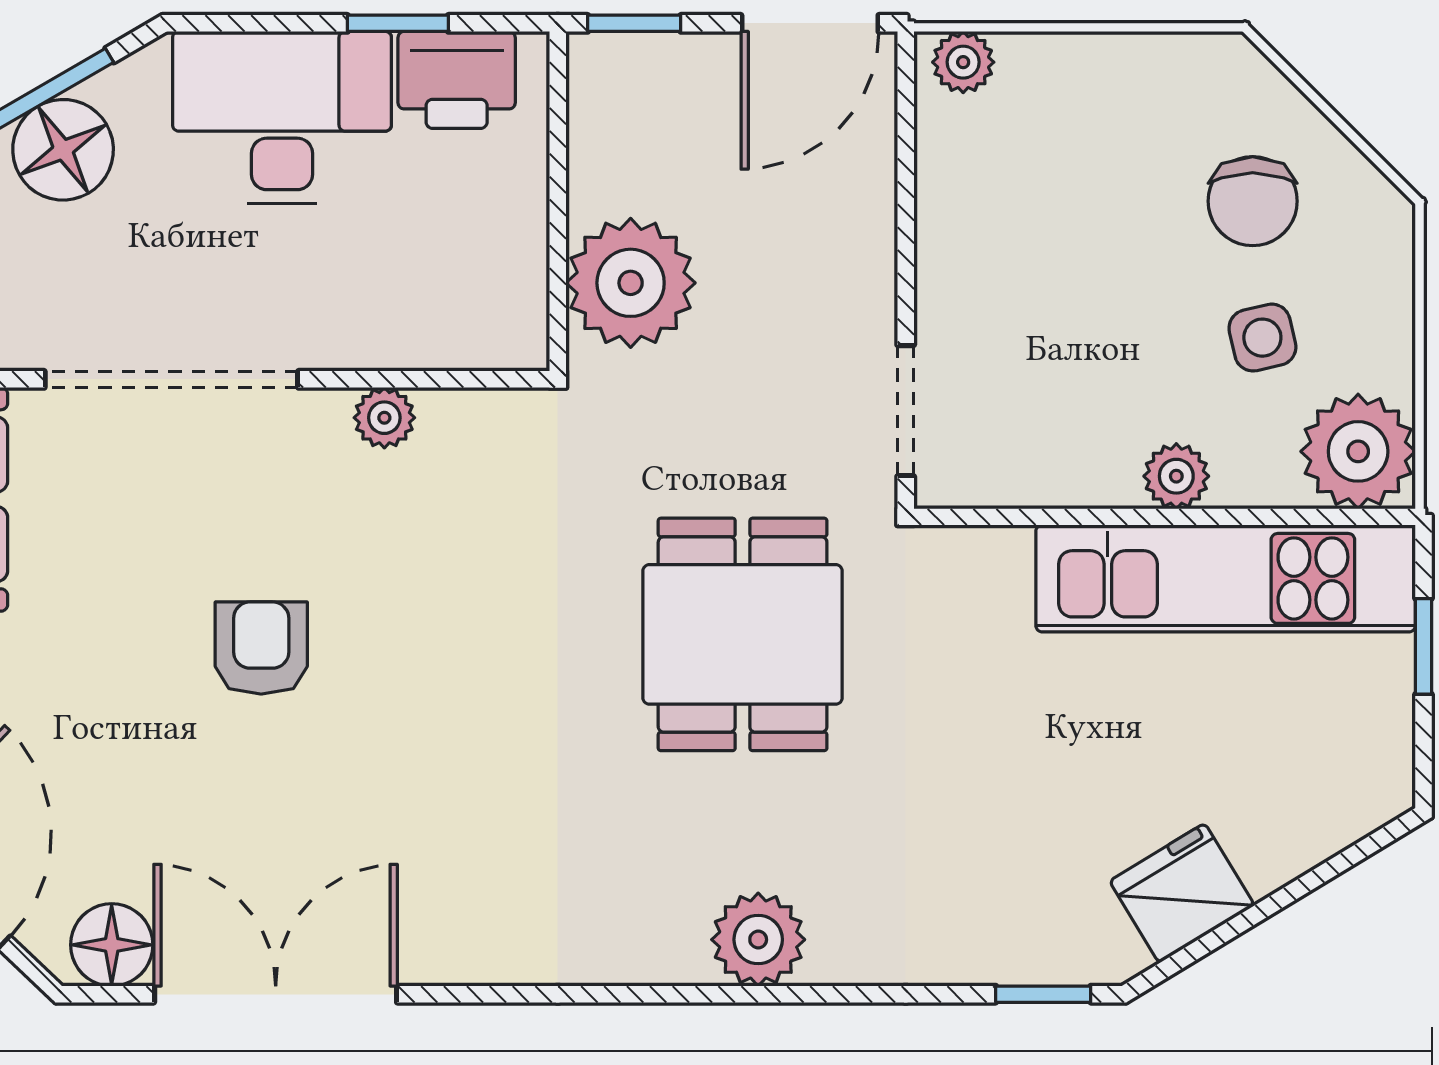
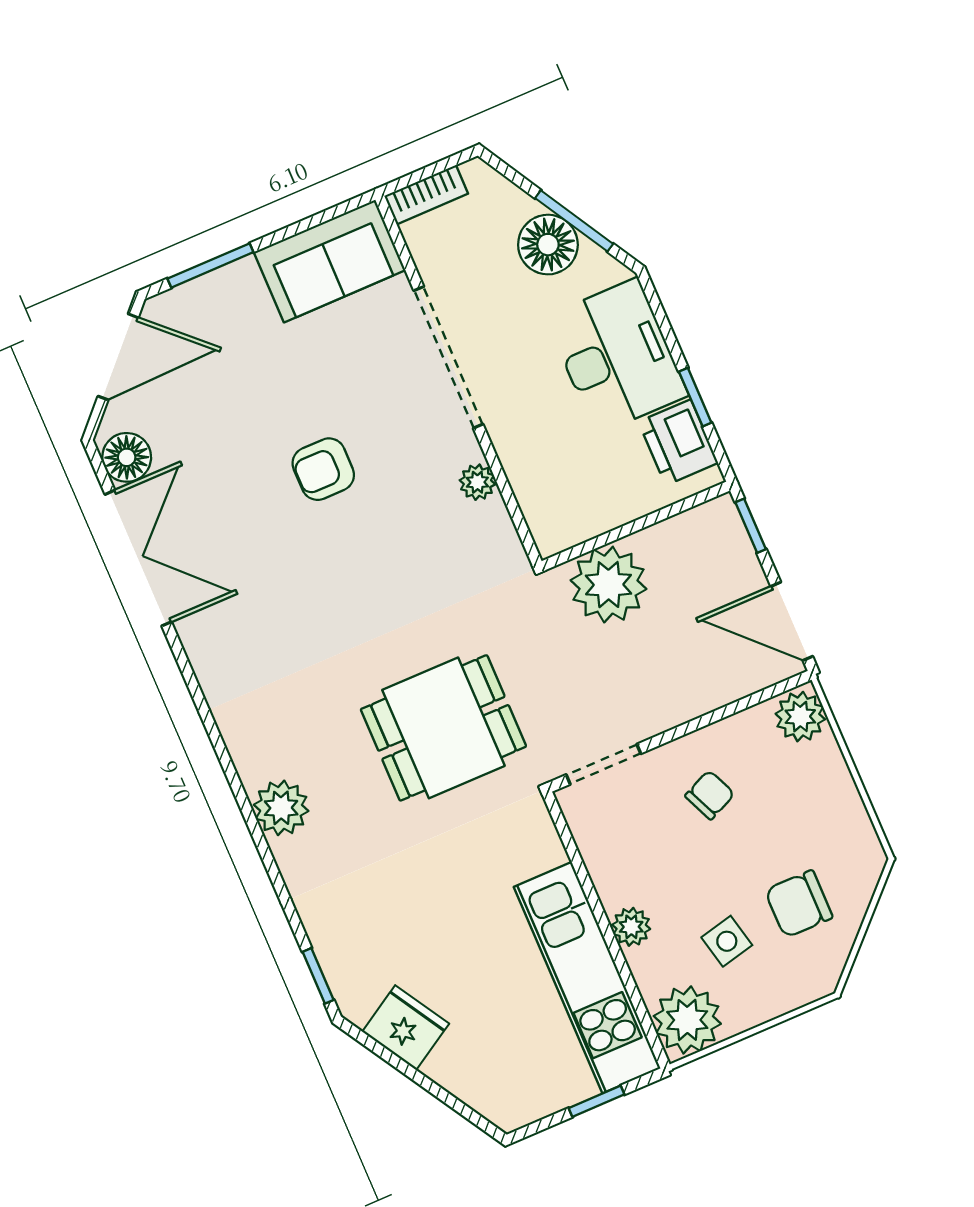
plant: (963, 62) -> (800, 717), width x1.38, depth x1.38
chair: (1024, 266) -> (710, 795), added
armchair: (261, 648) -> (323, 469), turned 180

